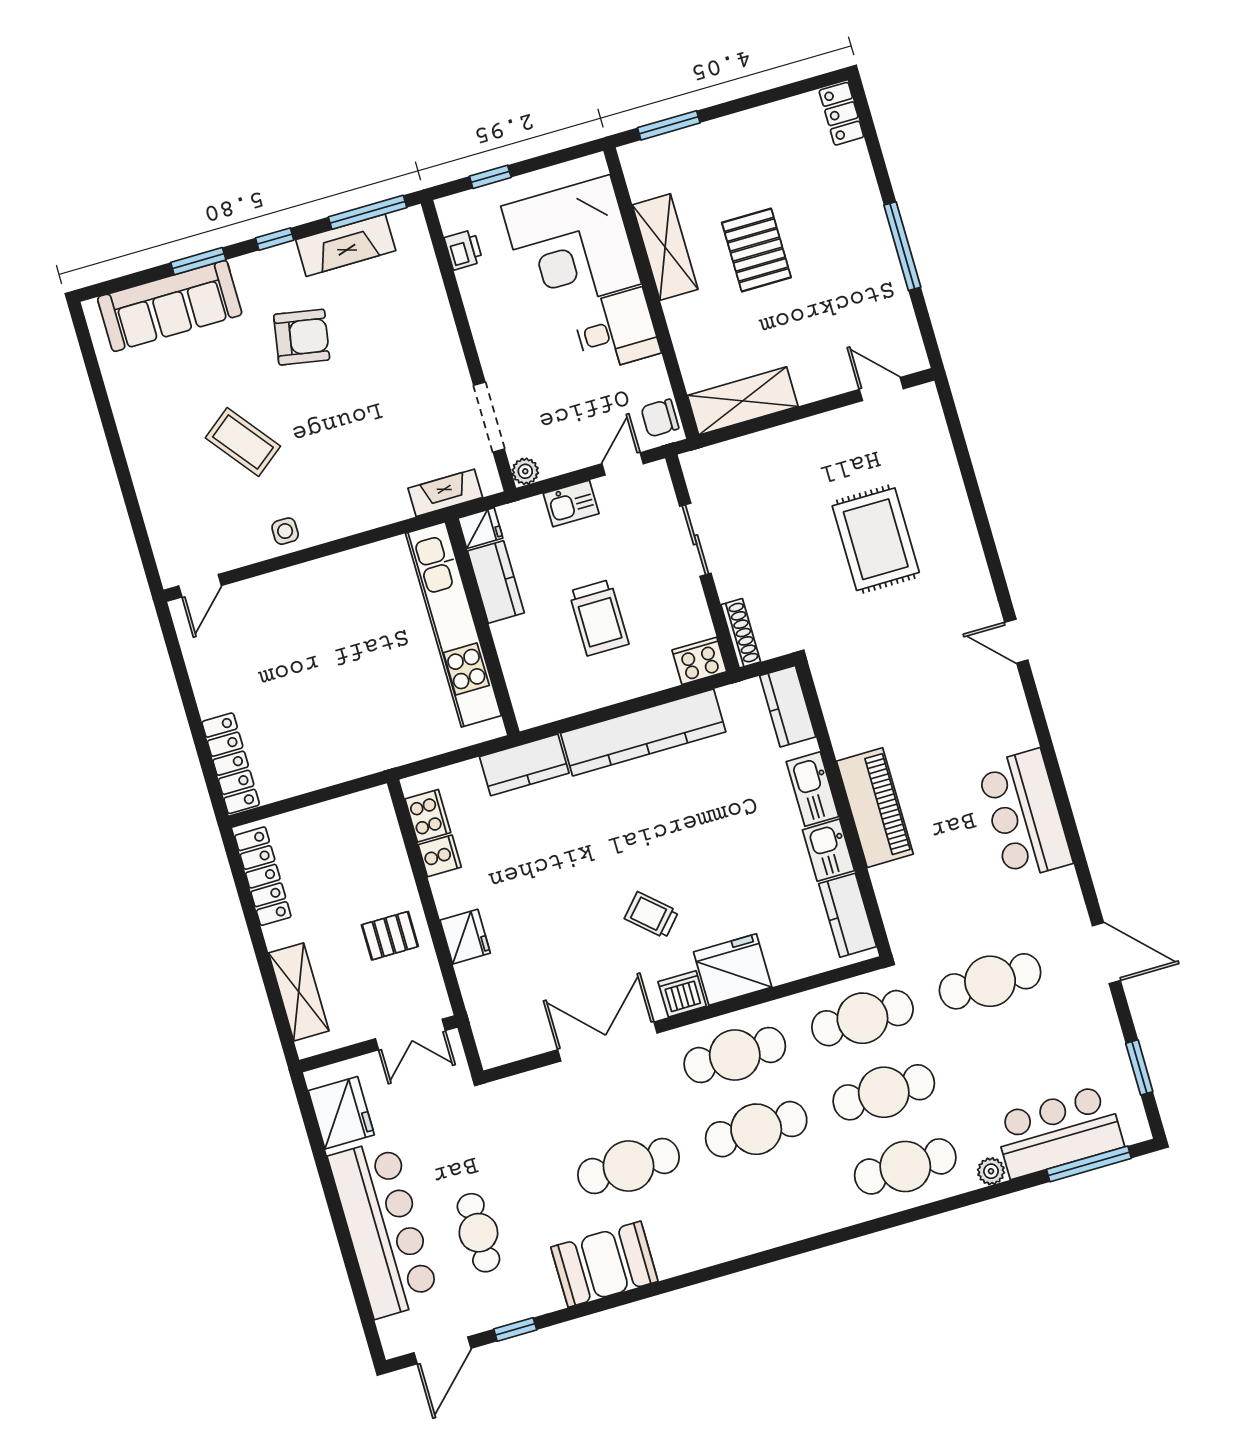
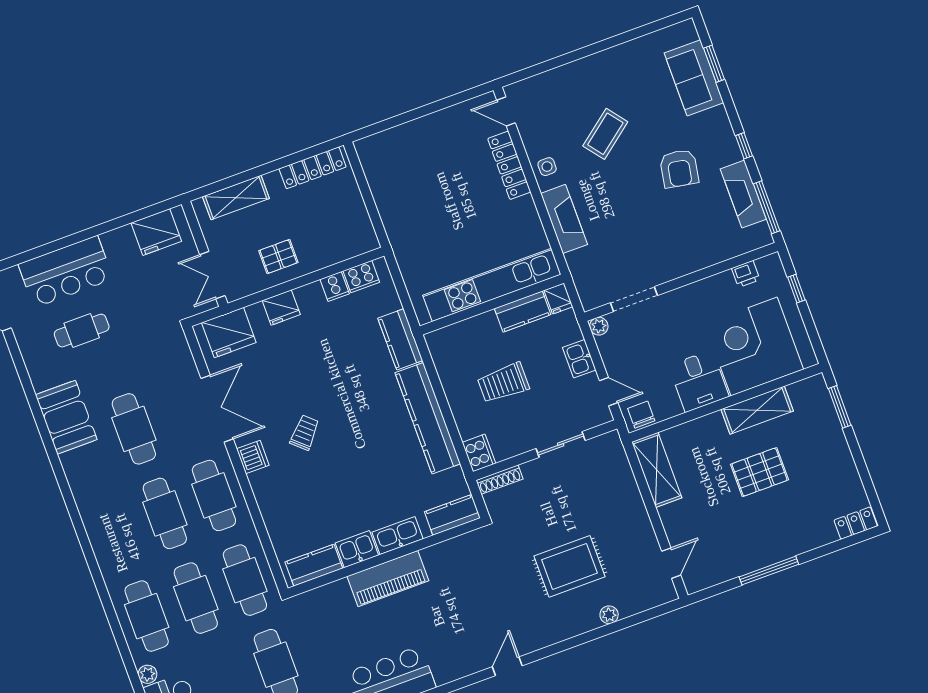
window: (198, 261) -> (714, 64), moved
sofa: (170, 306) -> (694, 78), width x0.73
plant: (951, 486) -> (609, 615), added
fireplace: (445, 493) -> (564, 219), moved, width x1.37, depth x1.32
locker: (231, 763) -> (509, 165), moved, turned 90
pallet: (390, 936) -> (278, 257), turned 90
fridge: (733, 970) -> (229, 333), moved, turned 90
bar counter: (384, 1228) -> (66, 272), width x0.73
window: (515, 1329) -> (18, 360), removed

